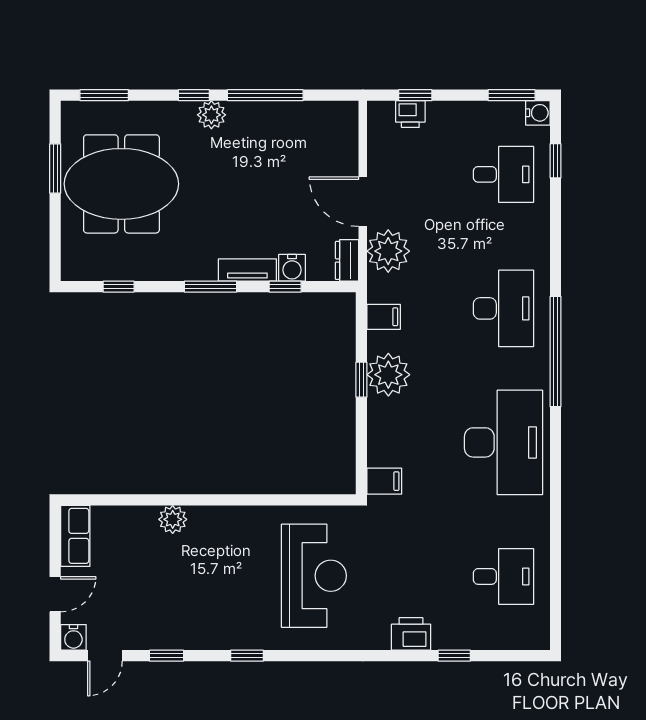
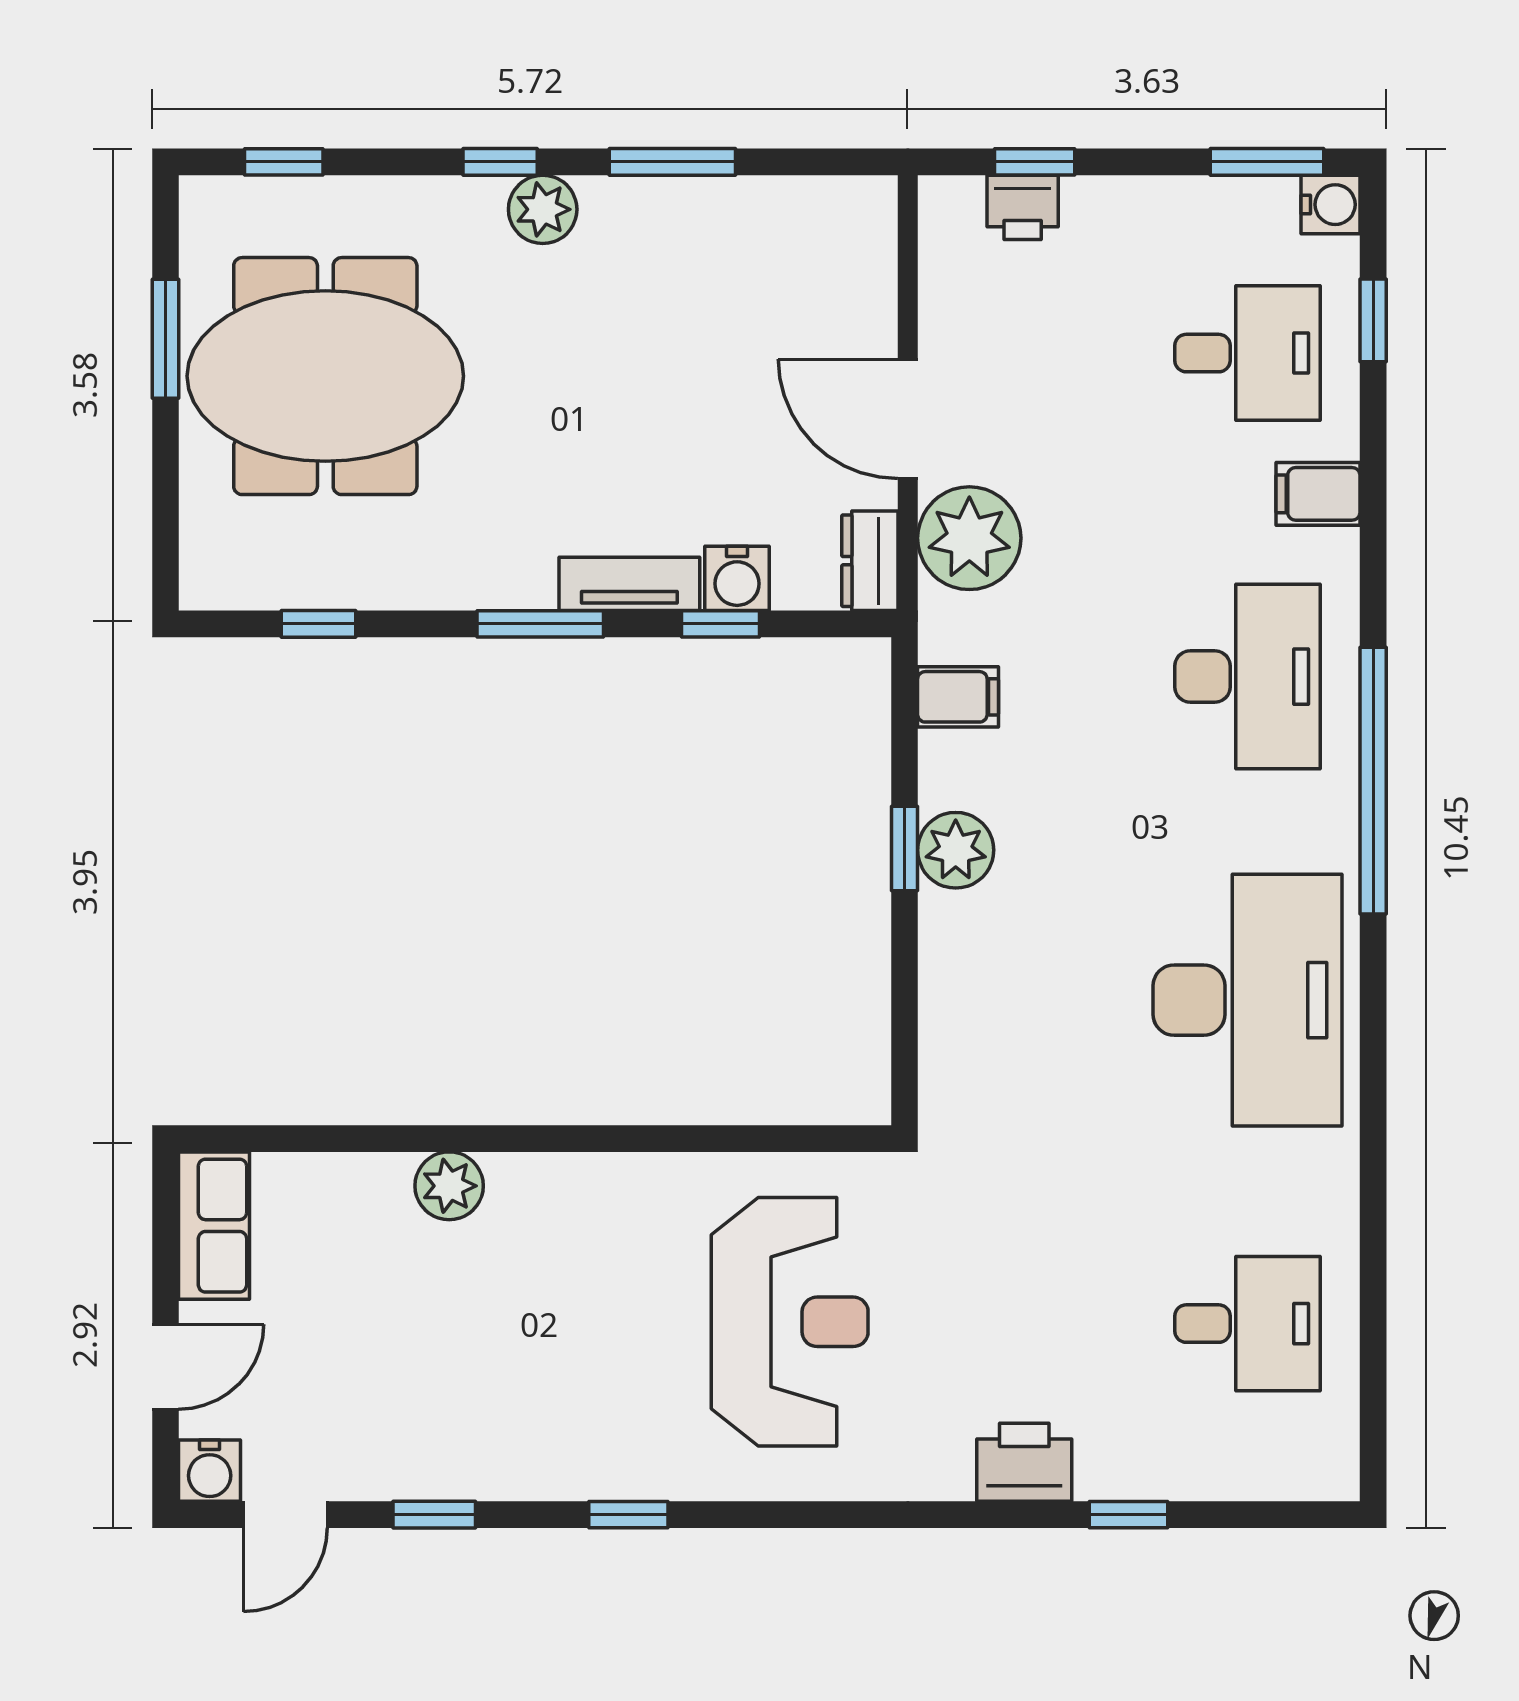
window: (104, 95) -> (284, 162), width x0.67
window: (265, 95) -> (672, 162), width x0.69
plant: (388, 375) -> (956, 850), width x0.73, depth x0.73
filing cabinet: (384, 481) -> (1318, 494), moved, turned 180

